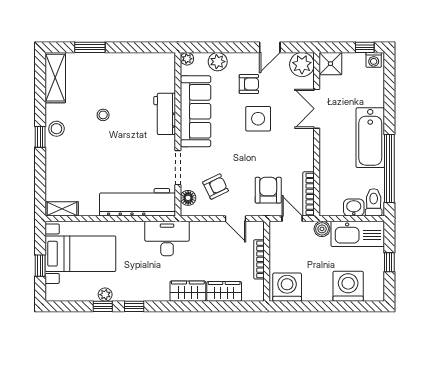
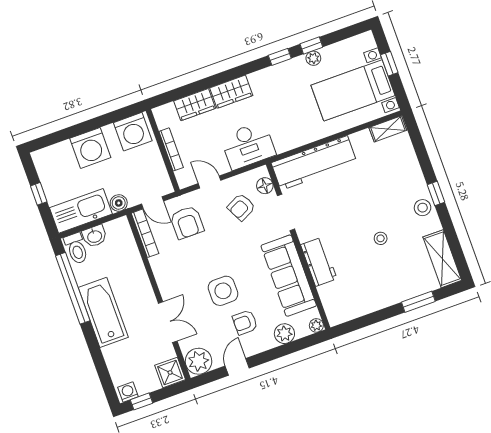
desk: (167, 238) -> (248, 146), moved
washing machine: (348, 286) -> (90, 148), moved

